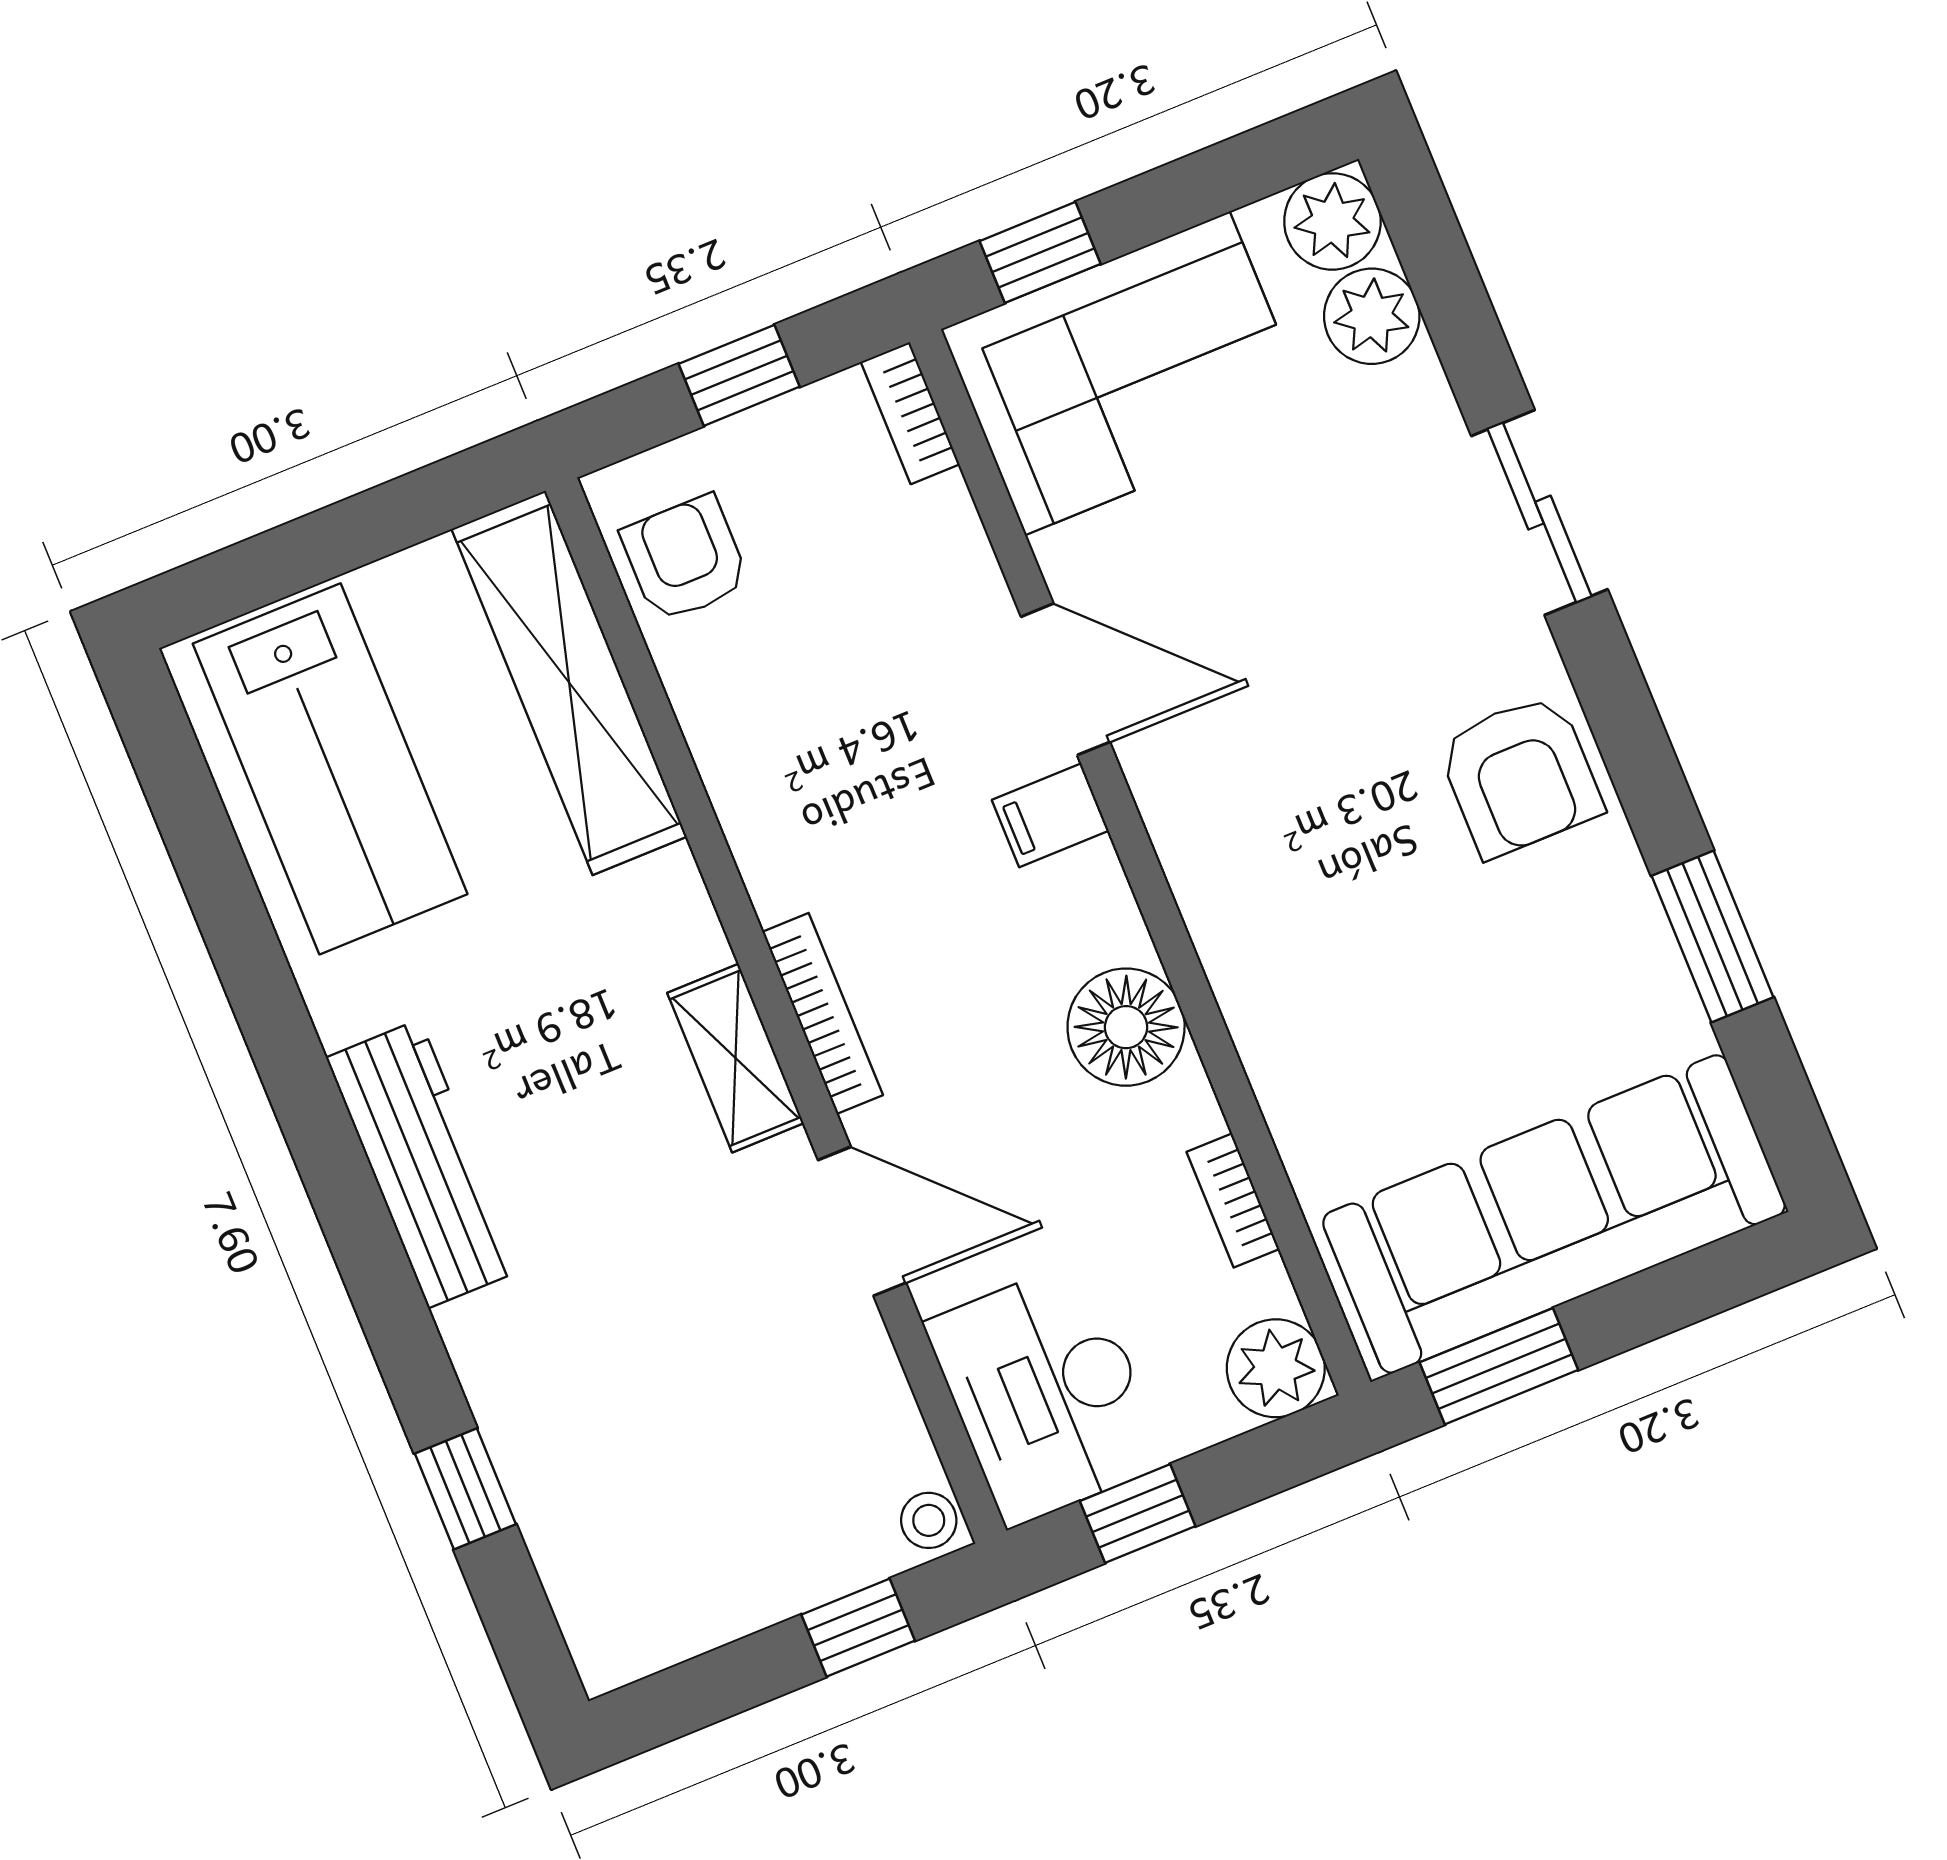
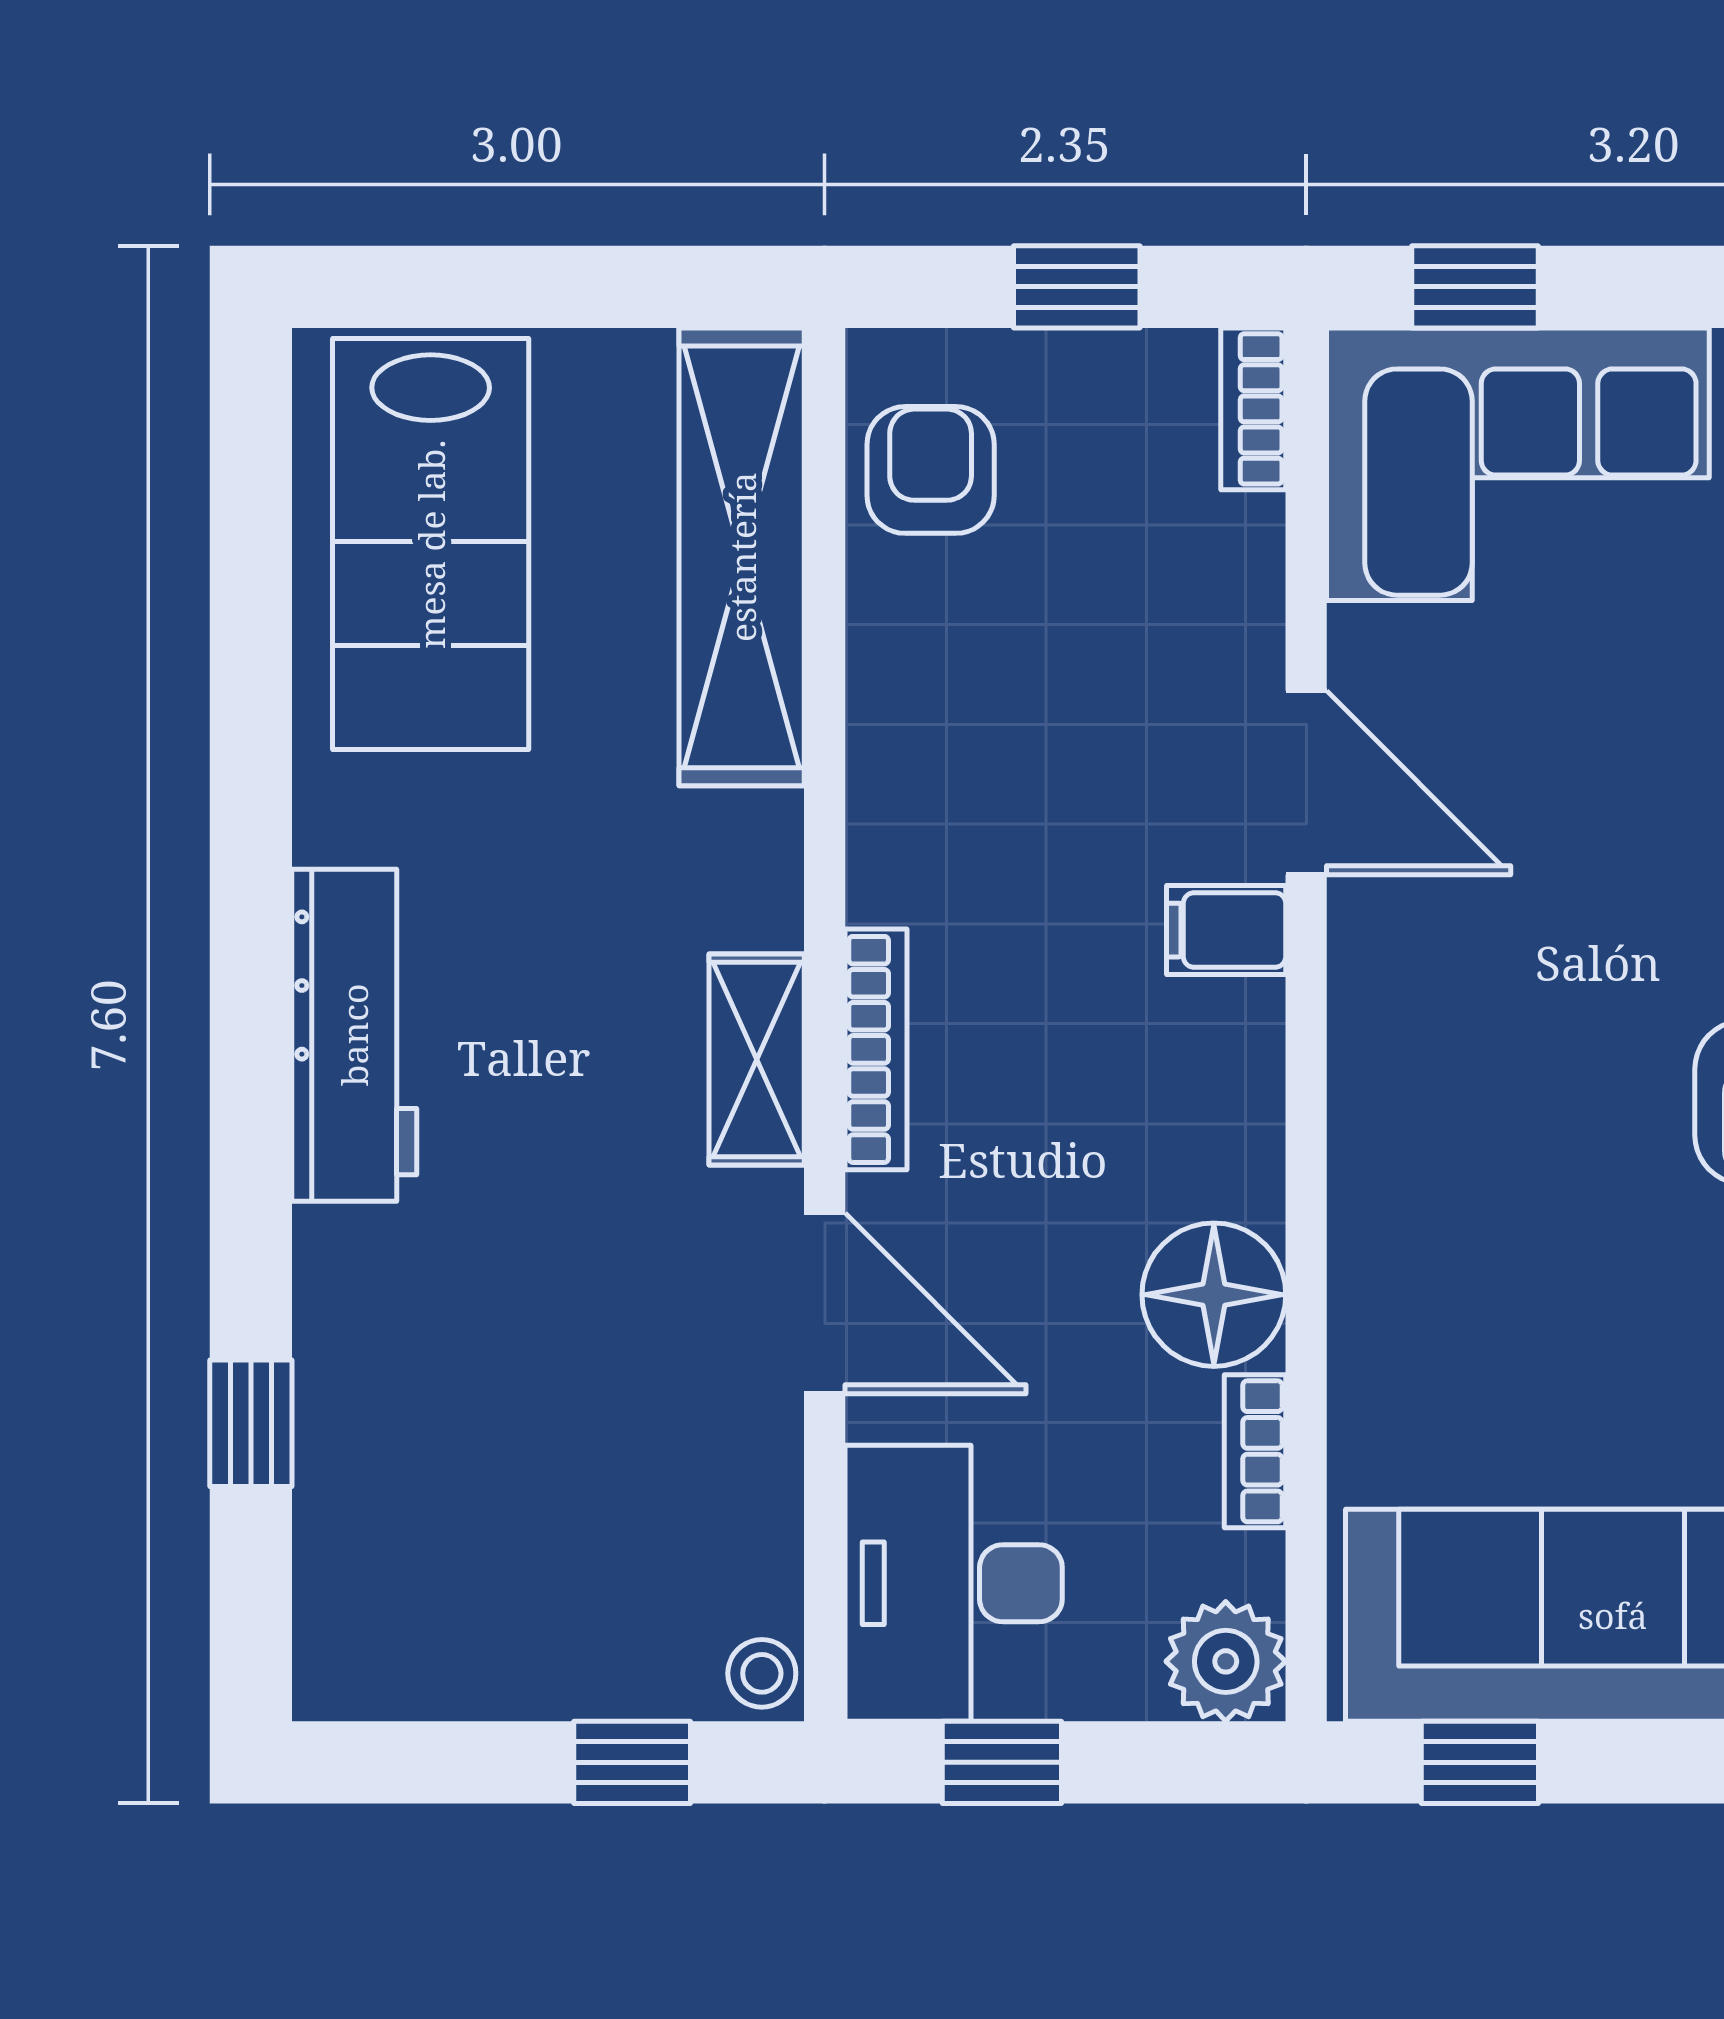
floor lamp: (1126, 1027) -> (1214, 1295), moved
window: (1499, 1366) -> (1480, 1762), width x0.67

